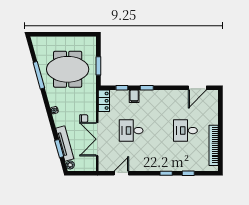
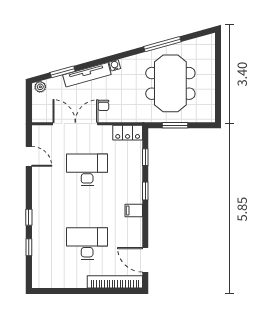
filing cabinet: (134, 96) -> (134, 210), moved
desk: (131, 131) -> (87, 170), width x1.37
desk: (185, 131) -> (87, 244), width x1.37
tv unit: (65, 143) -> (87, 75), moved
bookcase: (214, 145) -> (115, 282), moved

